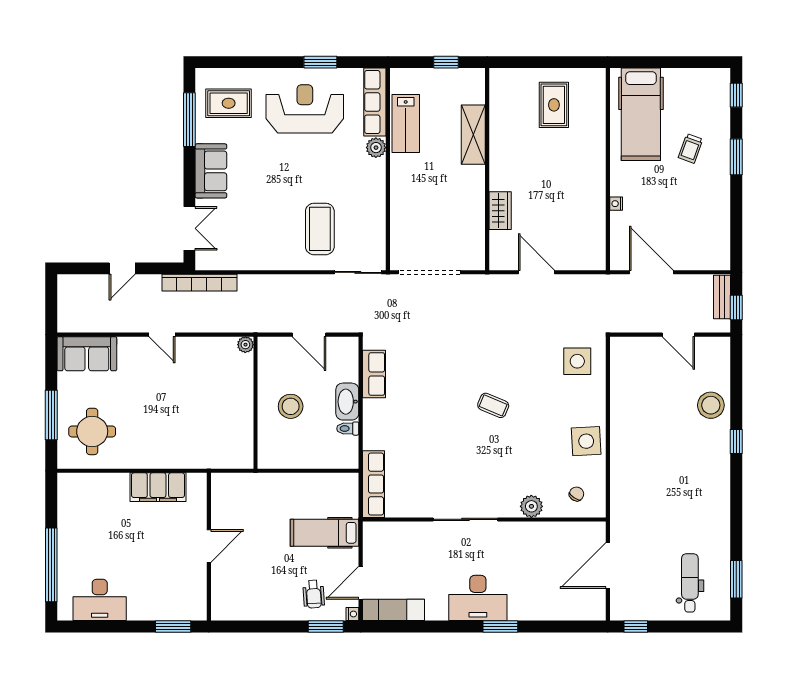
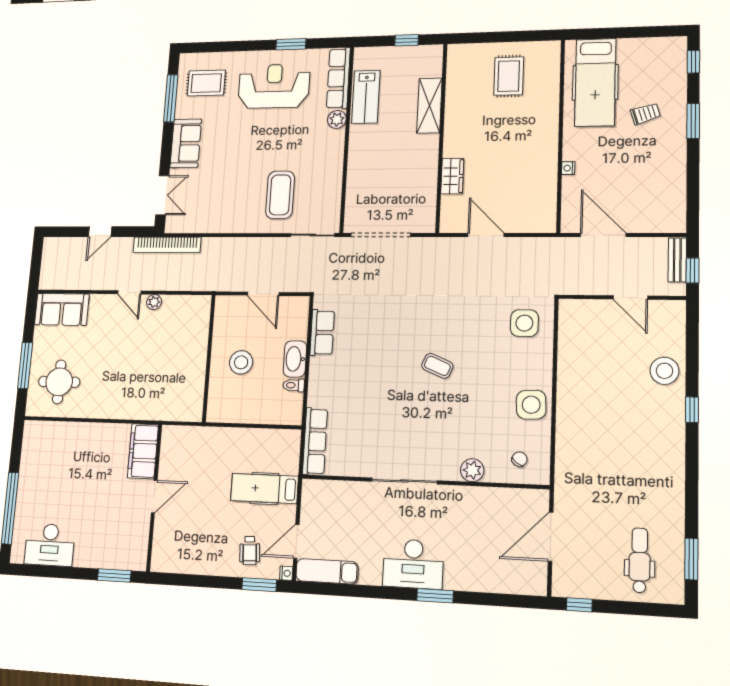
trolley: (691, 148) -> (645, 114), turned -127
plant: (245, 345) -> (154, 302), moved
filing cabinet: (158, 487) -> (143, 451), moved, turned 90

